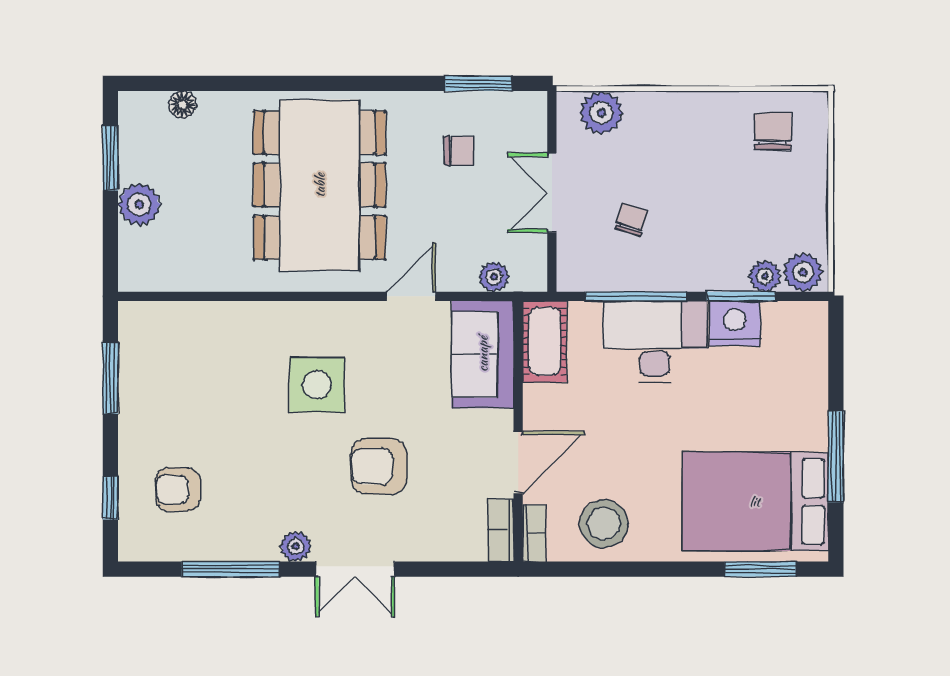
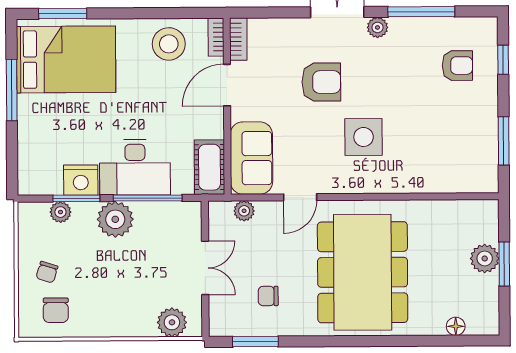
window: (110, 158) -> (504, 264), moved
chair: (631, 220) -> (47, 272), moved
plant: (803, 272) -> (115, 219), moved, width x1.36, depth x1.36

